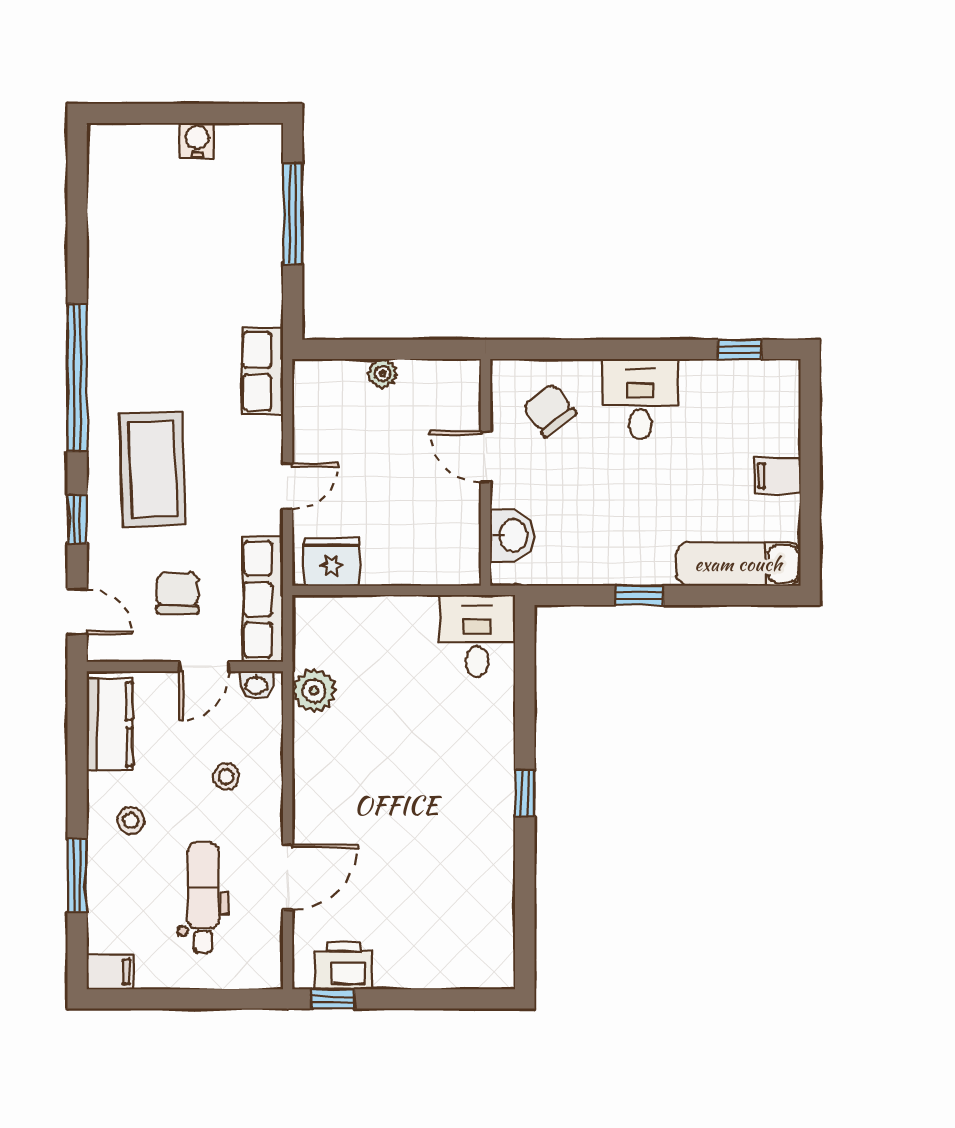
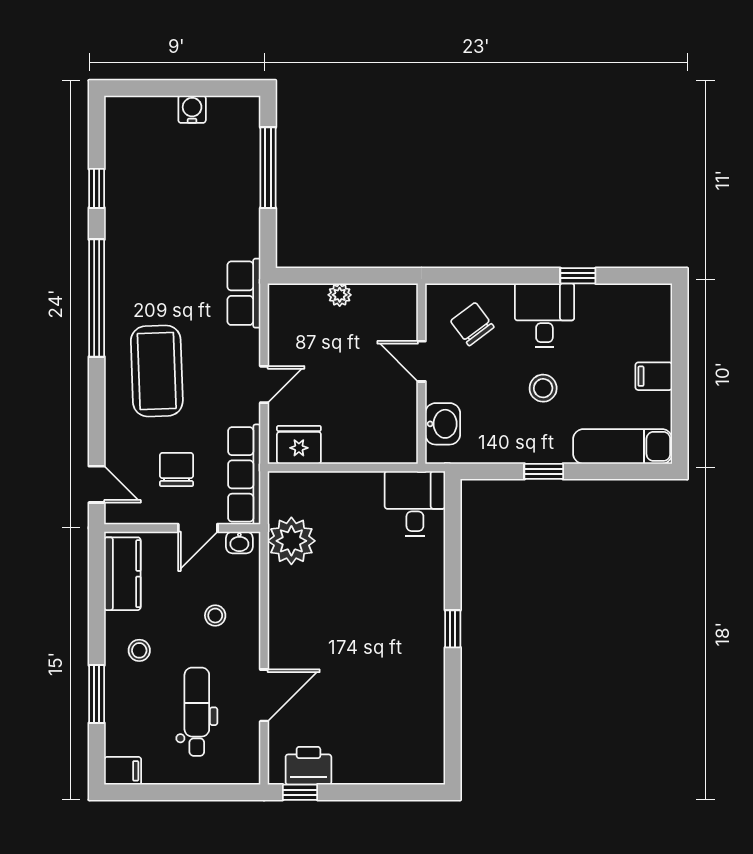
window: (740, 349) -> (578, 276), moved
stool: (638, 491) -> (543, 388), added
window: (77, 519) -> (97, 188), moved
plant: (314, 691) -> (291, 541), width x1.36, depth x1.36

